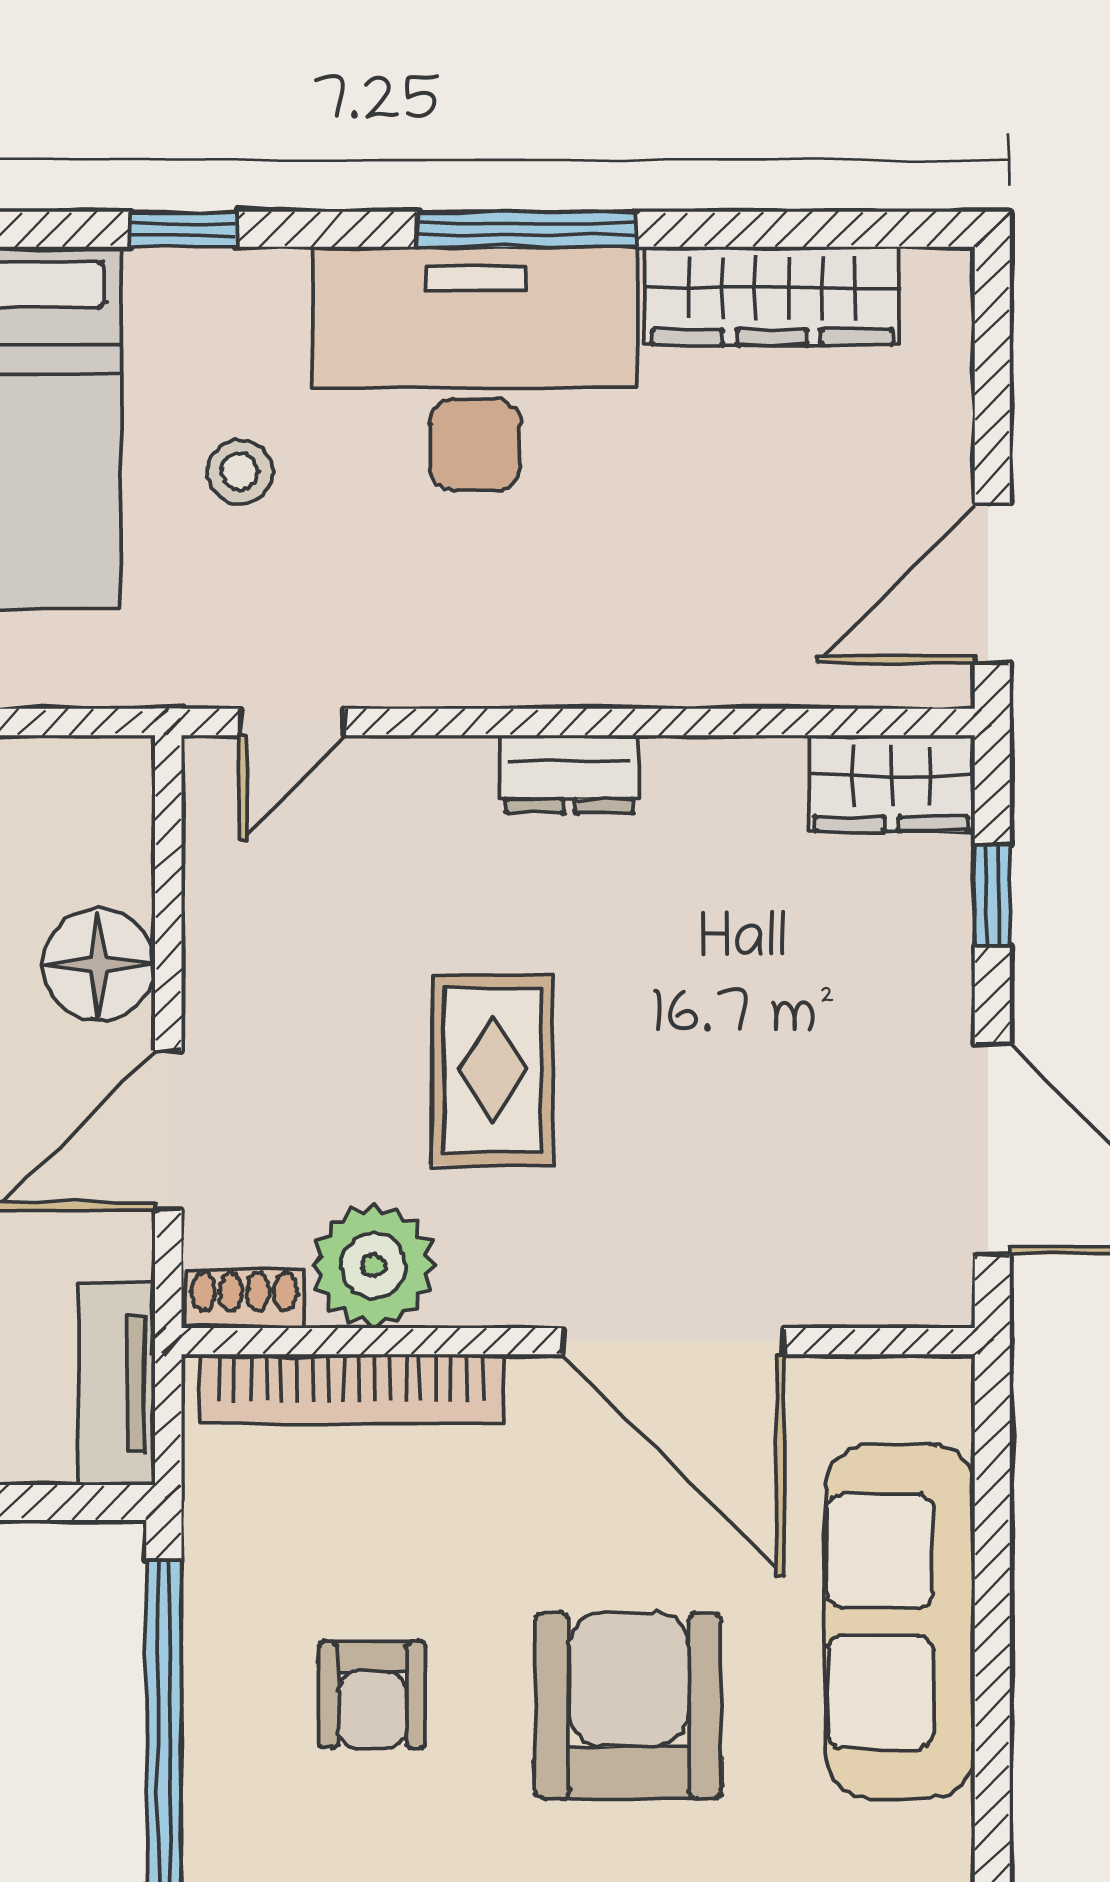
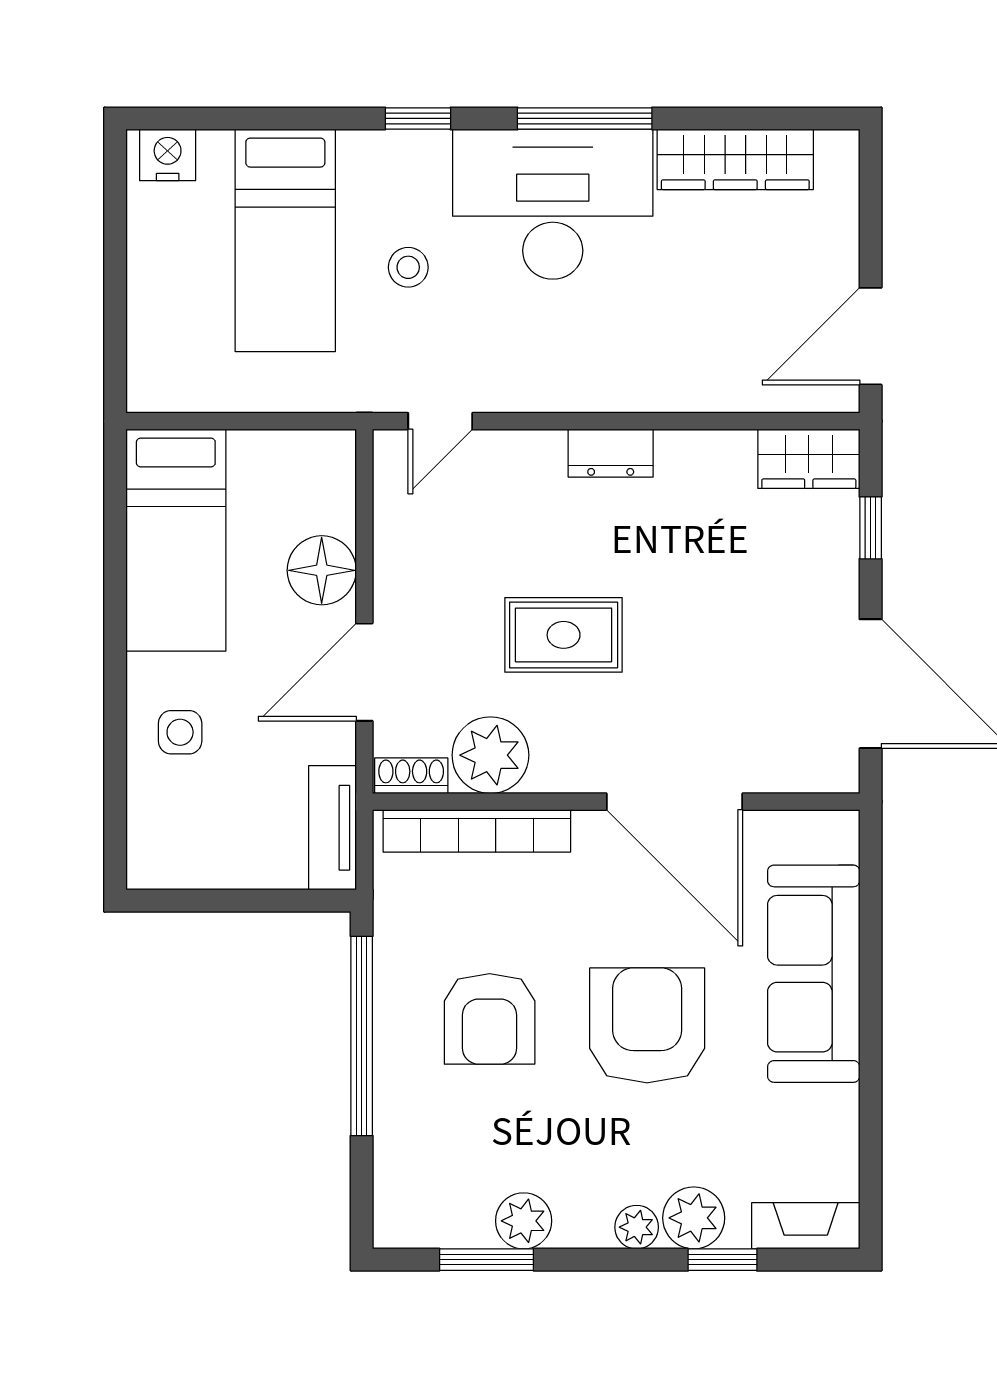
window: (184, 229) -> (418, 118), moved
rug: (493, 1070) -> (564, 635), turned 90
armchair: (372, 1695) -> (490, 1019), width x1.38, depth x1.38

